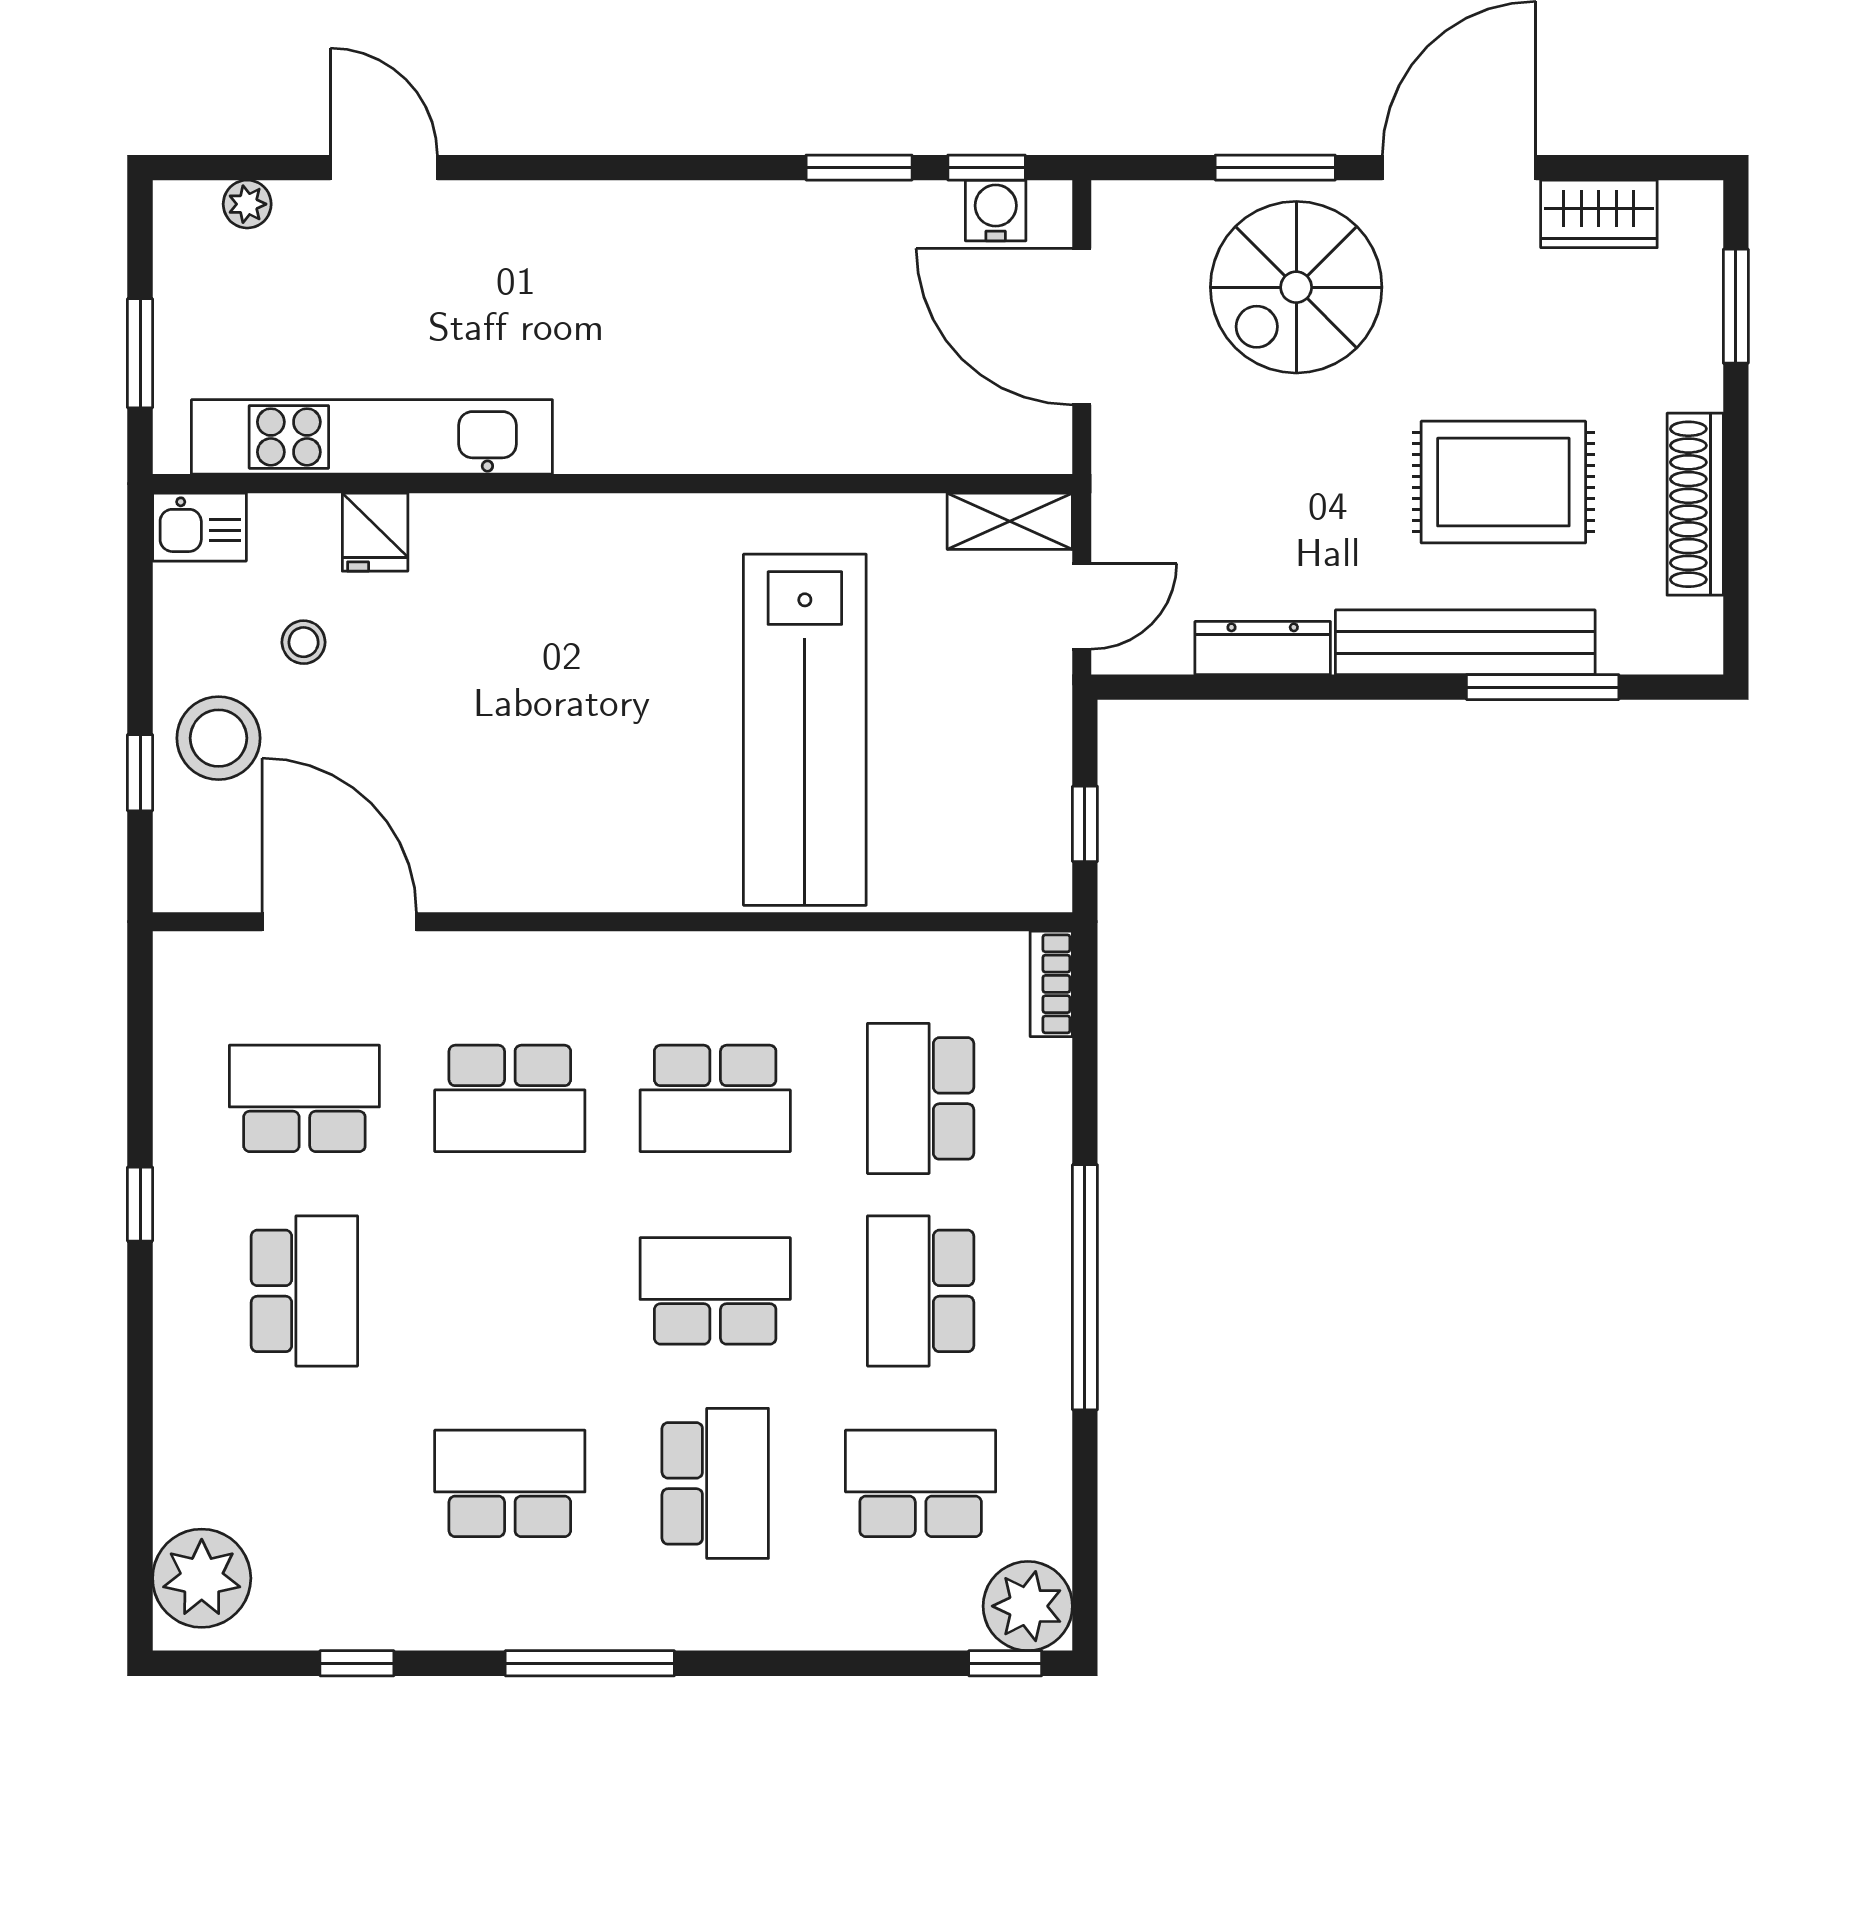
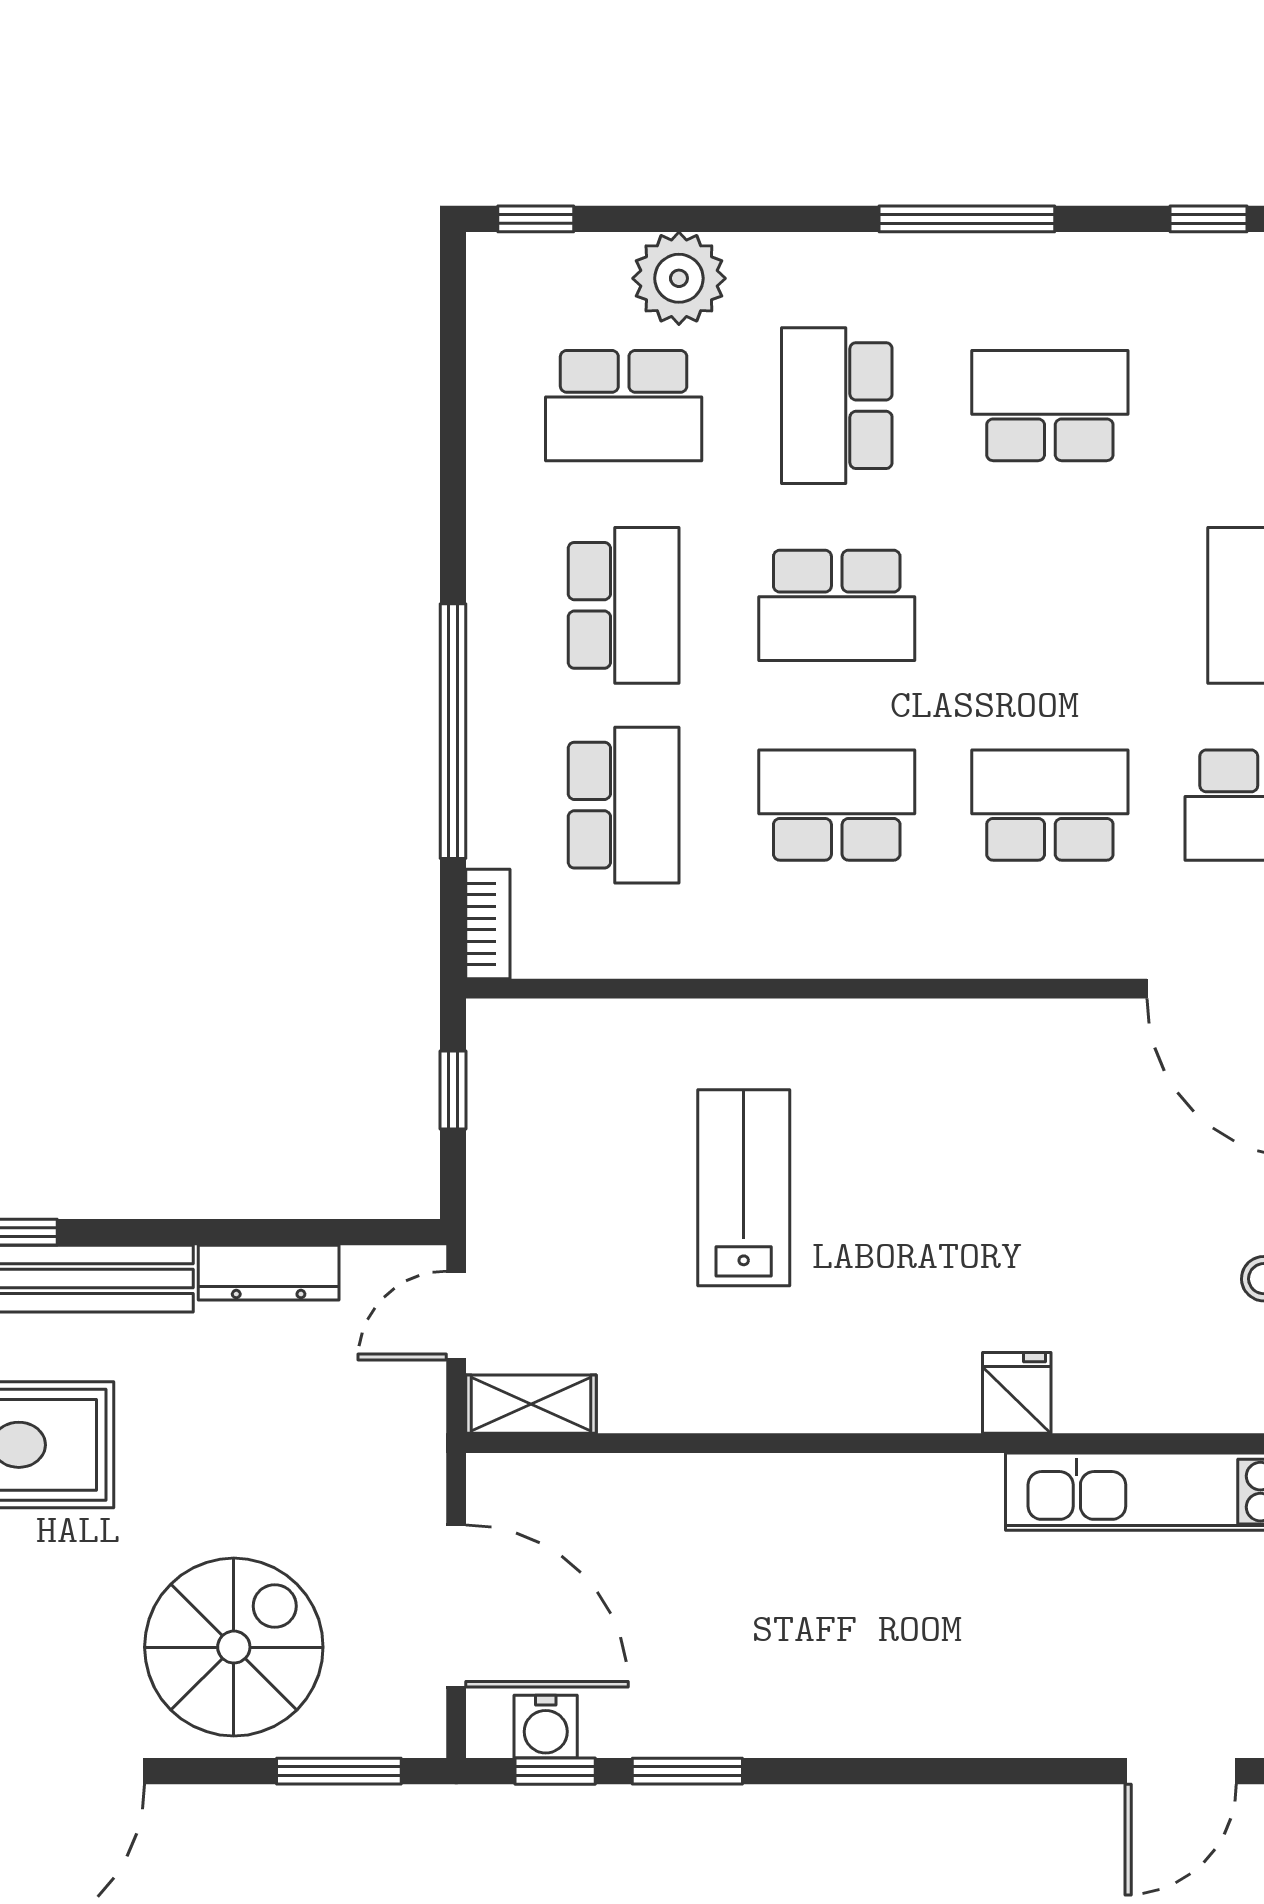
door: (384, 168) -> (1181, 1771), hinge flipped
window: (1275, 168) -> (339, 1771), moved
fridge: (375, 532) -> (1017, 1393), moved
lab bench: (805, 730) -> (744, 1188), width x0.54, depth x0.72
window: (1085, 1287) -> (453, 731), moved
school desk: (510, 1483) -> (1050, 406), turned 180
plant: (1028, 1606) -> (679, 278), moved

